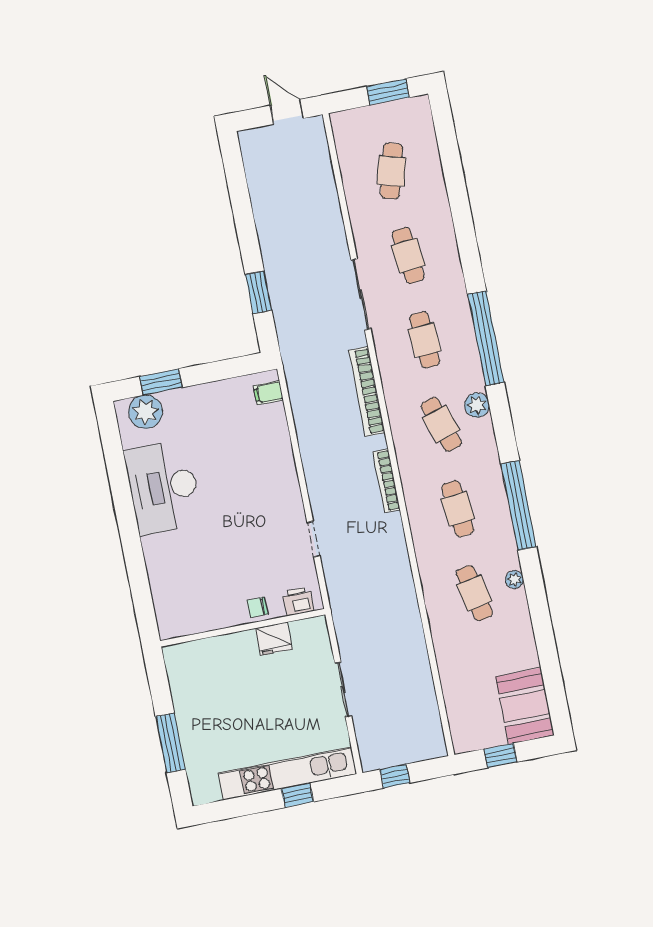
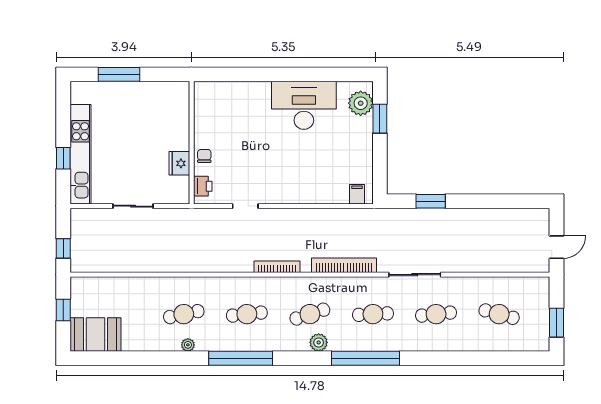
window: (395, 776) -> (63, 248), moved

